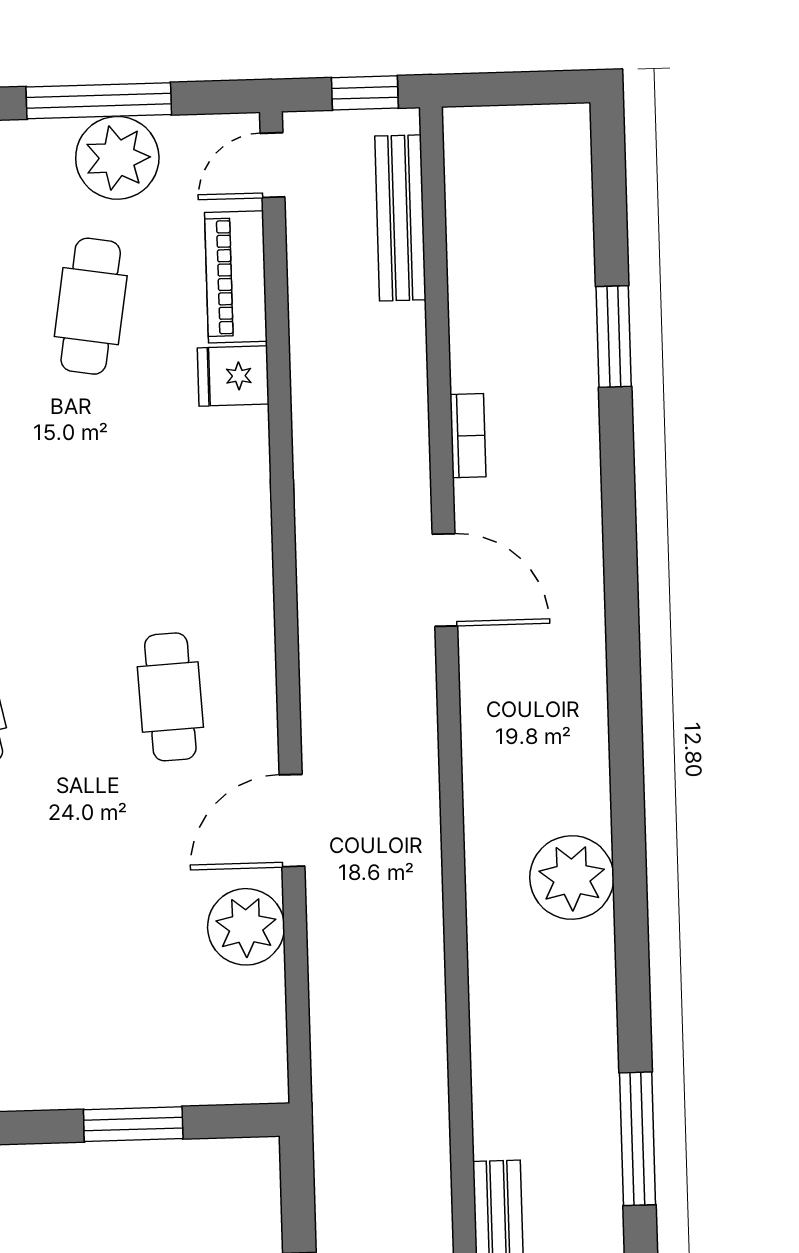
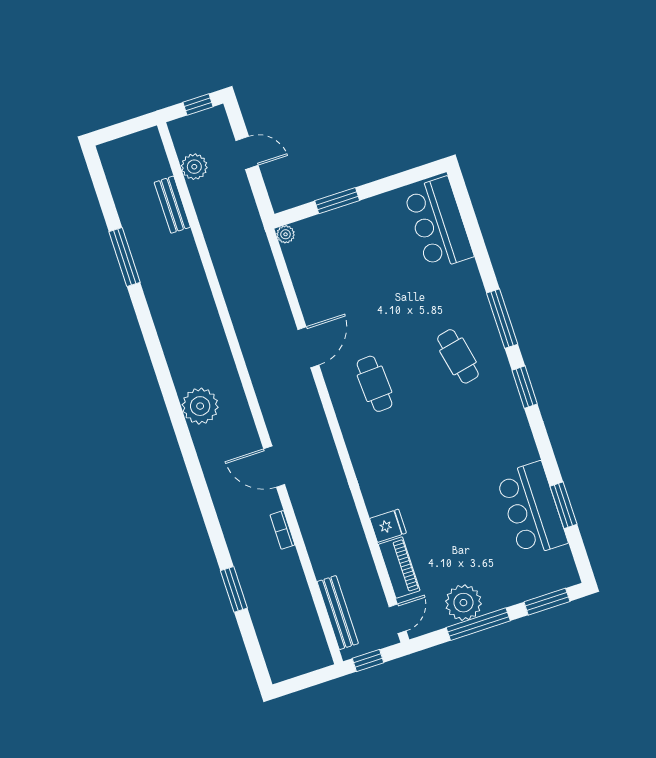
cafe table: (91, 306) -> (456, 537), removed
plant: (572, 878) -> (200, 406), moved
plant: (246, 927) -> (286, 234), moved, width x0.53, depth x0.53

